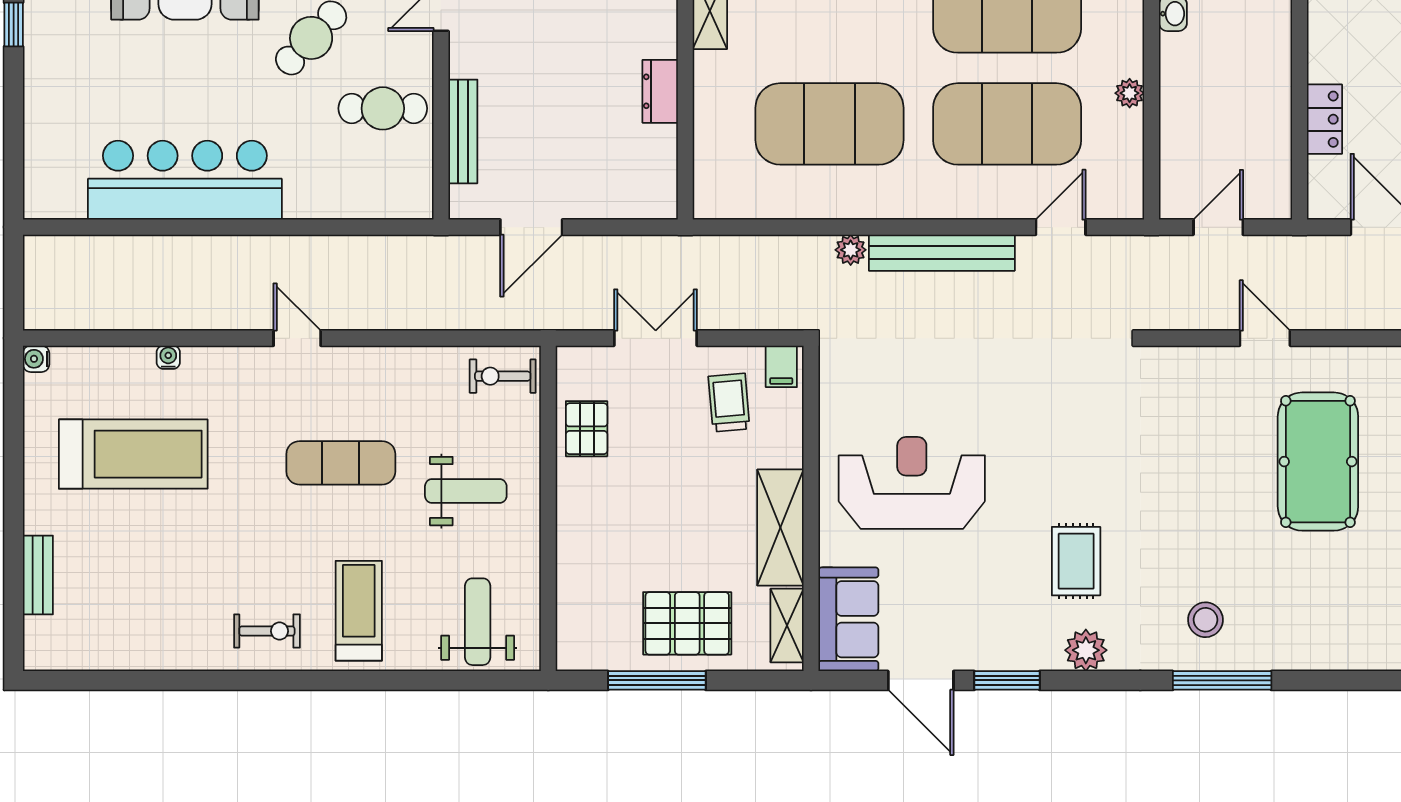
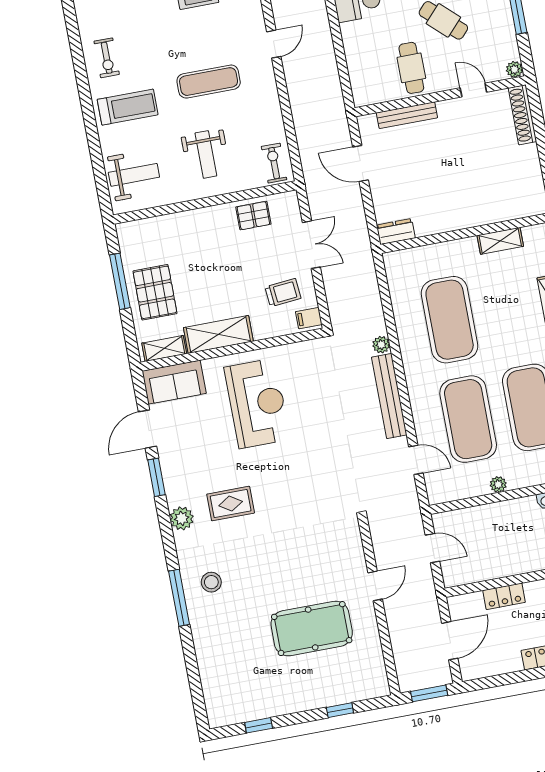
dresser: (660, 91) -> (396, 232), moved
exercise mat: (341, 463) -> (209, 82), turned 90

